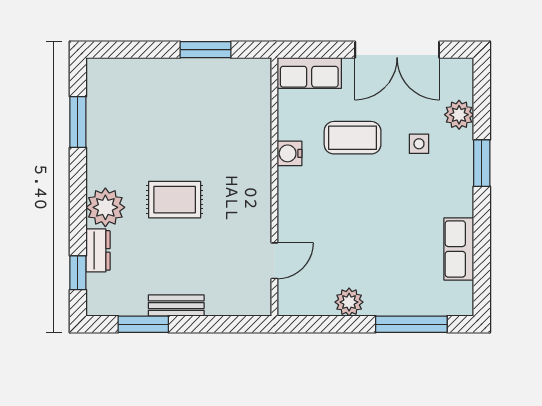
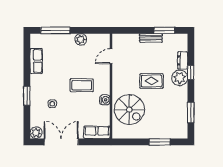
window: (206, 50) -> (160, 142), moved
plant: (459, 115) -> (36, 133), moved
spiral stairs: (229, 129) -> (129, 110), added
coffee table: (353, 138) -> (82, 85), moved
window: (78, 273) -> (191, 72), moved

